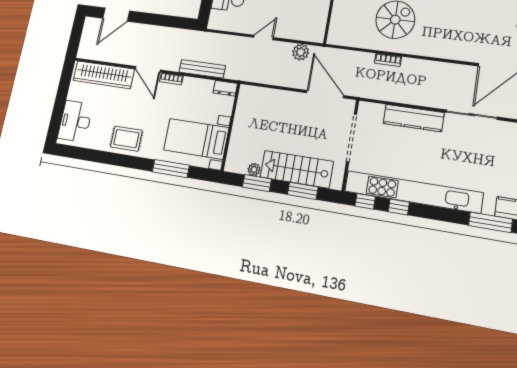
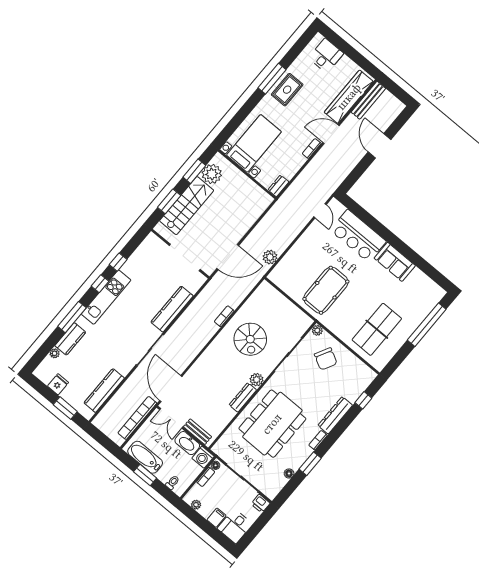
door: (116, 15) -> (380, 146), moved
door: (263, 37) -> (320, 211), moved
bench: (202, 69) -> (368, 100), moved
desk: (75, 121) -> (326, 56), width x0.73
window: (171, 169) -> (272, 79), moved
plant: (254, 169) -> (212, 174), width x1.88, depth x1.88
kitchen unit: (413, 192) -> (106, 297), width x0.54
window: (365, 201) -> (100, 284), moved

